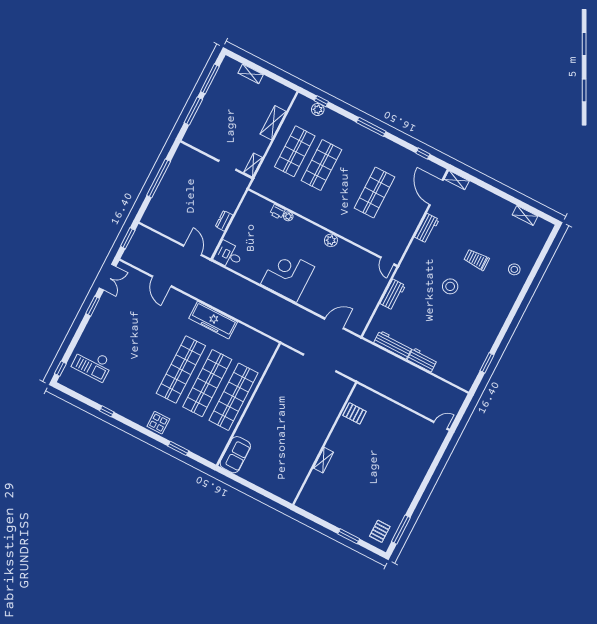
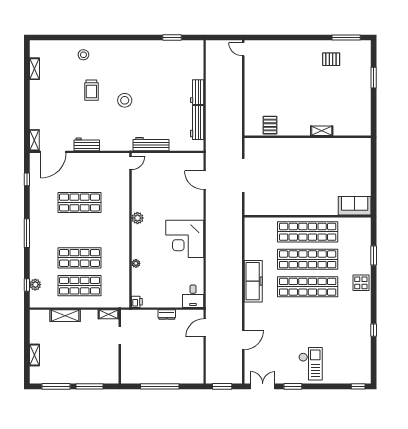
printer: (277, 212) -> (137, 302), moved
workbench: (393, 295) -> (151, 144), width x1.37
checkout: (92, 364) -> (311, 364), moved
pallet: (380, 531) -> (331, 59), moved

